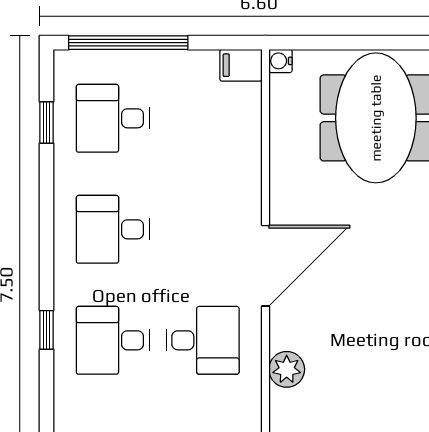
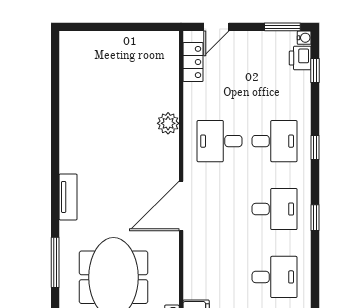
window: (47, 123) -> (315, 218), moved
door: (265, 266) -> (181, 206), moved

